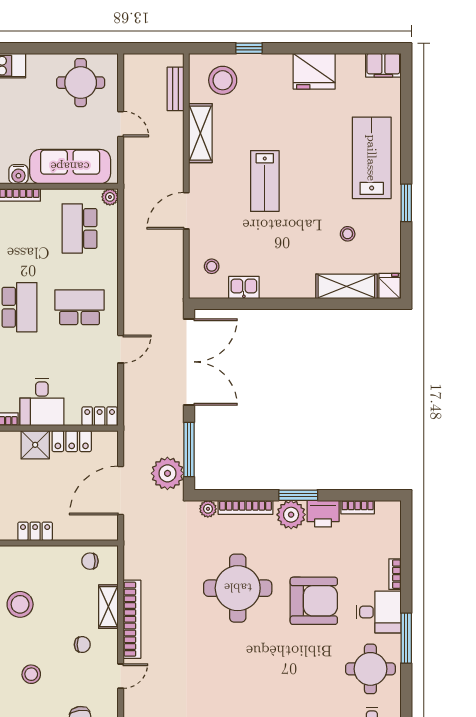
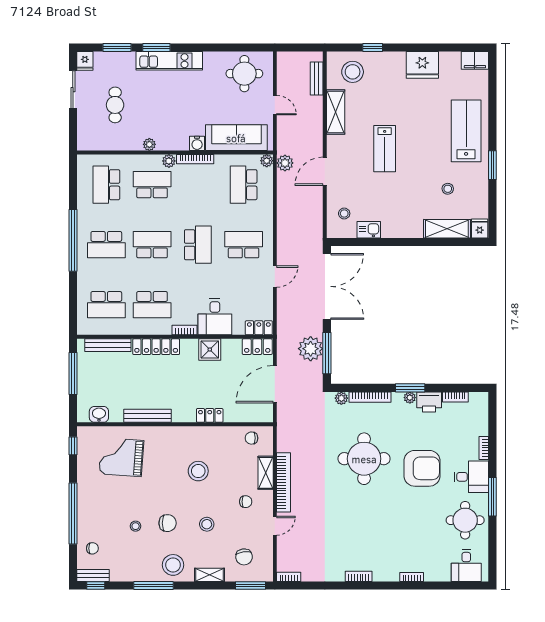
plant: (134, 200) -> (285, 163), added
locker: (72, 441) -> (257, 347), moved
plant: (167, 473) -> (311, 349), moved
plant: (291, 515) -> (410, 398), width x0.53, depth x0.53

